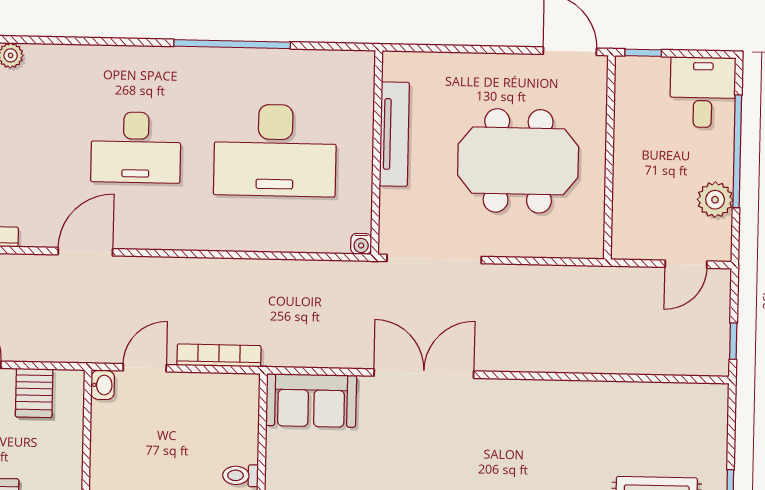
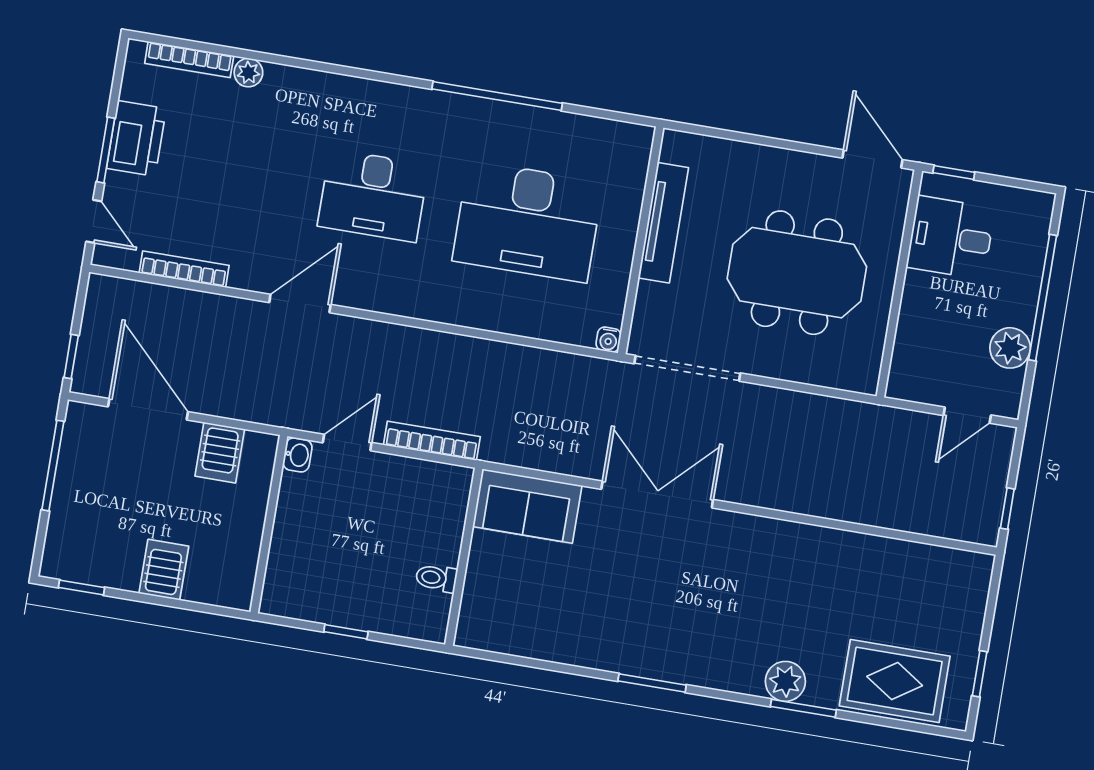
desk: (703, 92) -> (951, 238), moved, turned -90

